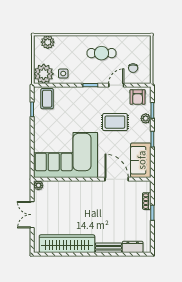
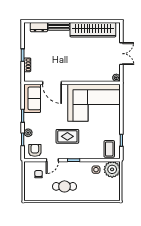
plant: (48, 42) -> (109, 195), removed
rug: (115, 122) -> (67, 136), moved

